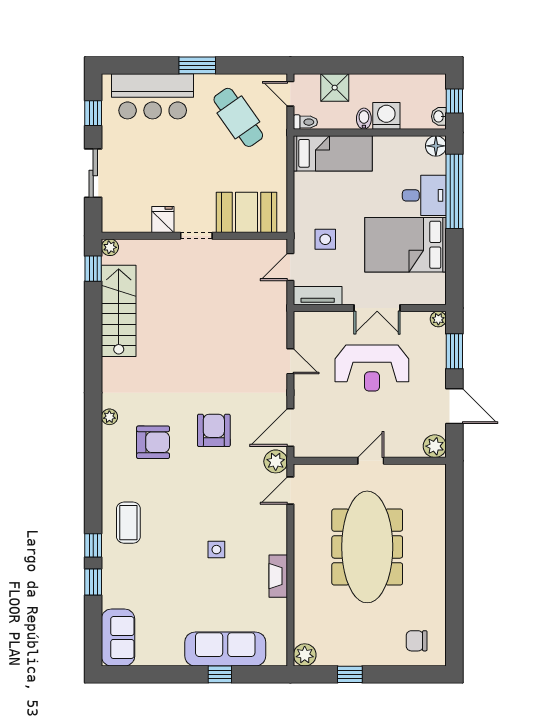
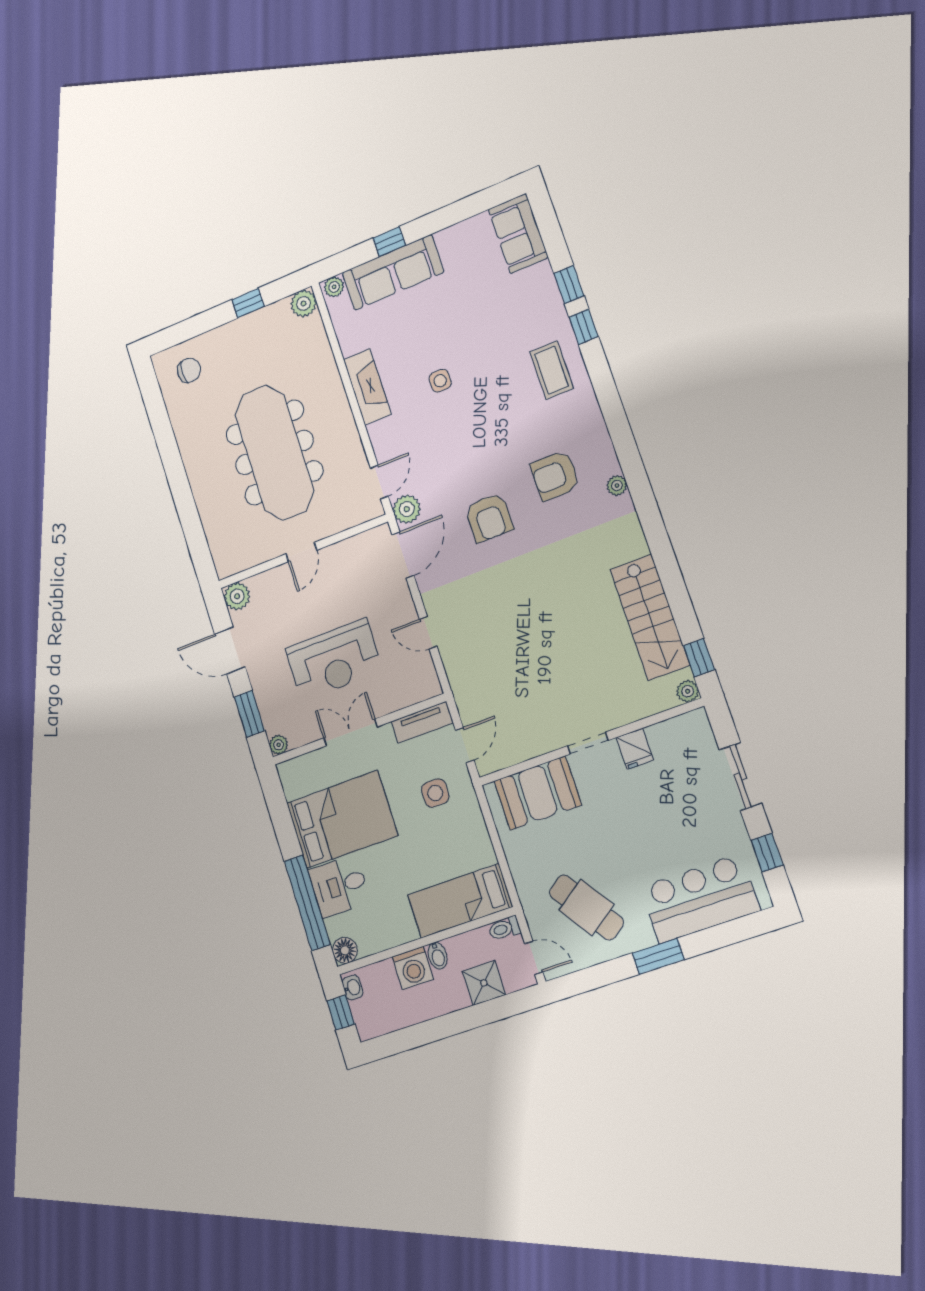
reception desk: (372, 368) -> (334, 660), turned 180
fireplace: (278, 576) -> (367, 387), width x1.37, depth x1.32
plant: (276, 658) -> (334, 287), added

